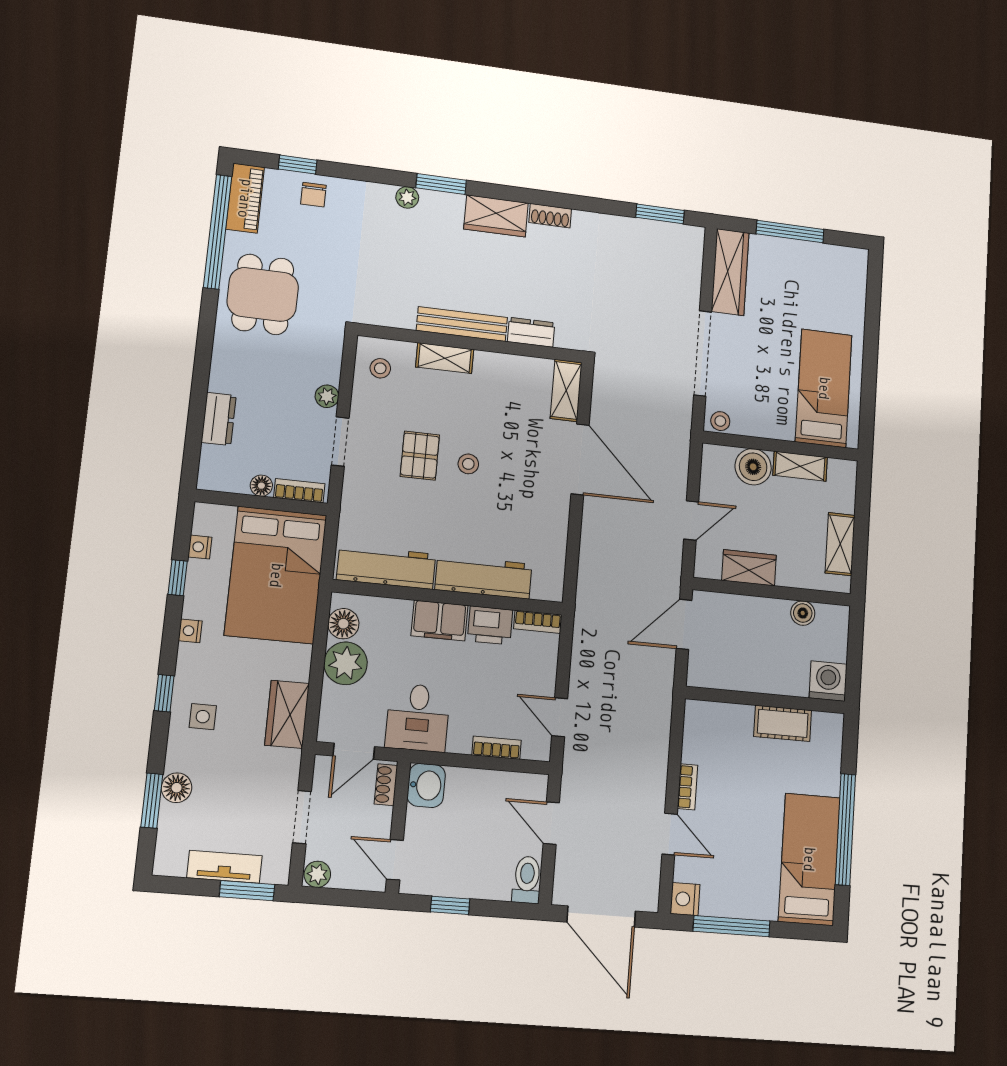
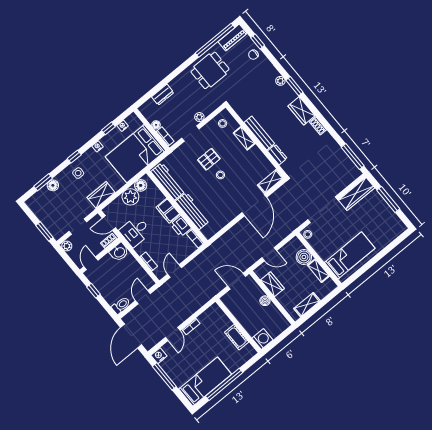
window: (660, 214) -> (353, 157), width x1.44
boiler: (803, 613) -> (265, 301), moved
tv unit: (224, 867) -> (45, 219), removed

